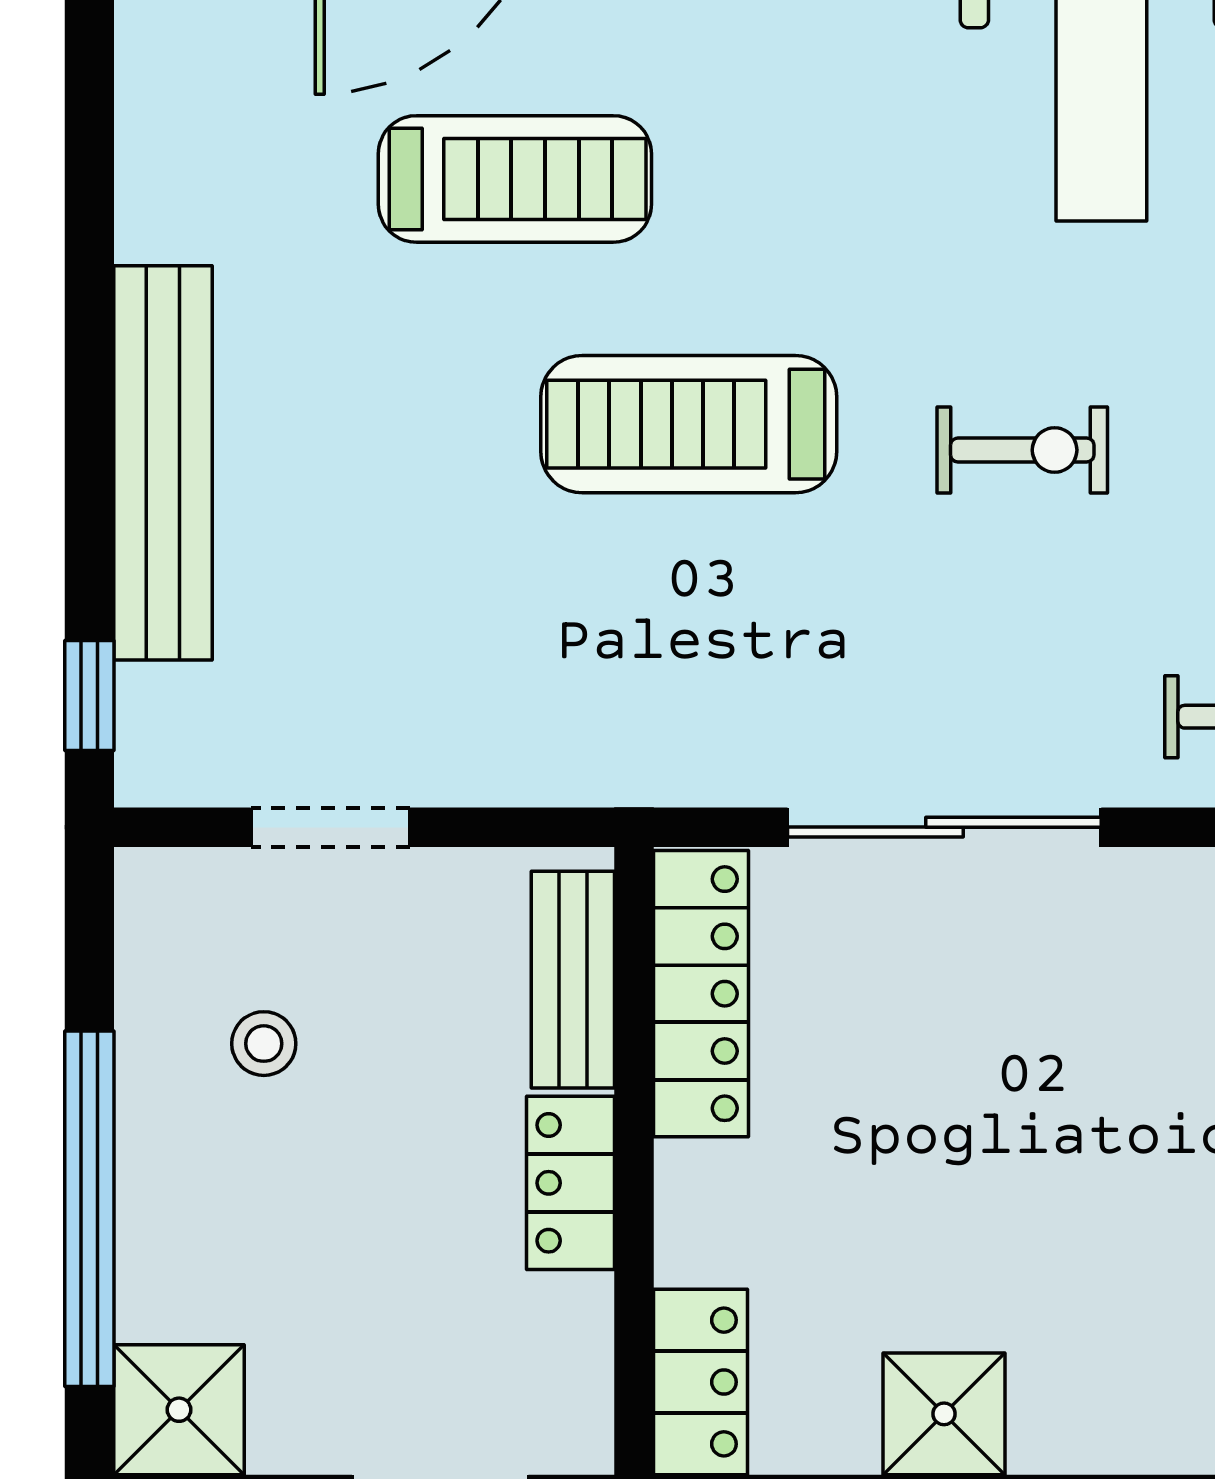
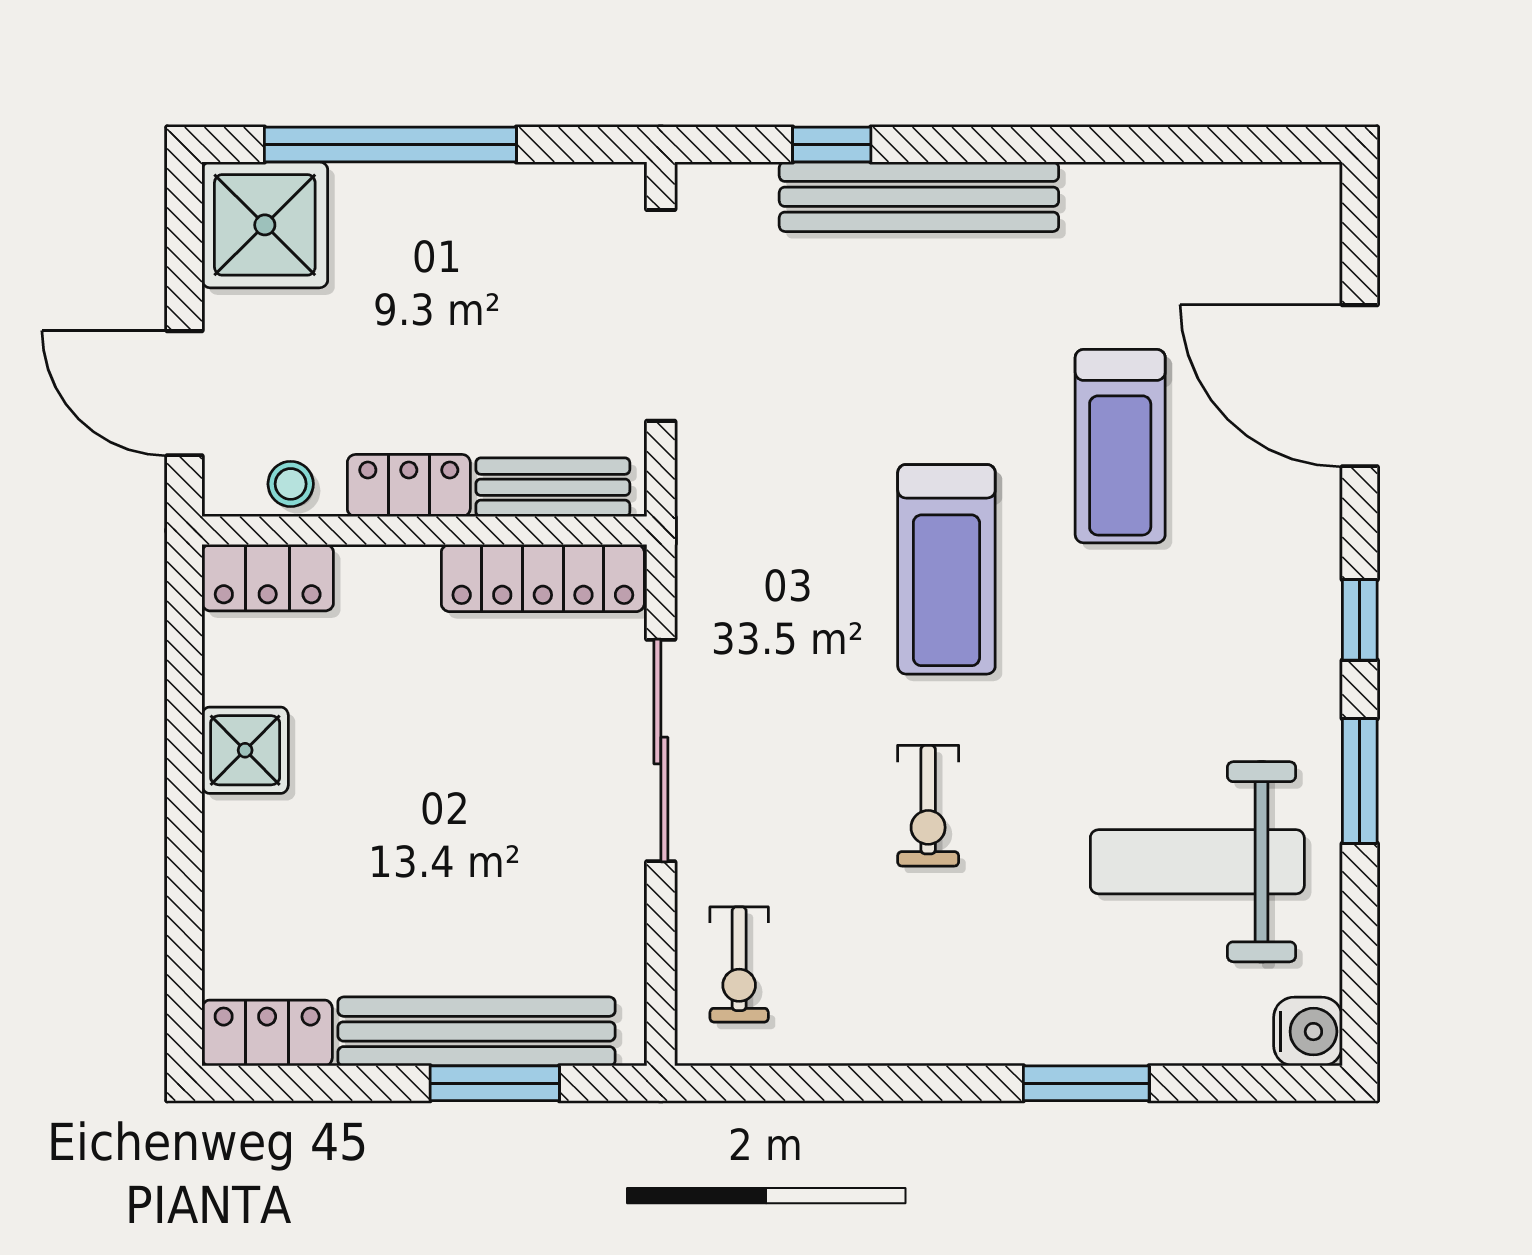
treadmill: (689, 424) -> (946, 569), turned 180
window: (89, 696) -> (832, 145), moved
doorway: (330, 827) -> (661, 315), width x1.88
stool: (264, 1044) -> (291, 484), moved
shower: (179, 1410) -> (265, 225), width x1.36, depth x1.36

